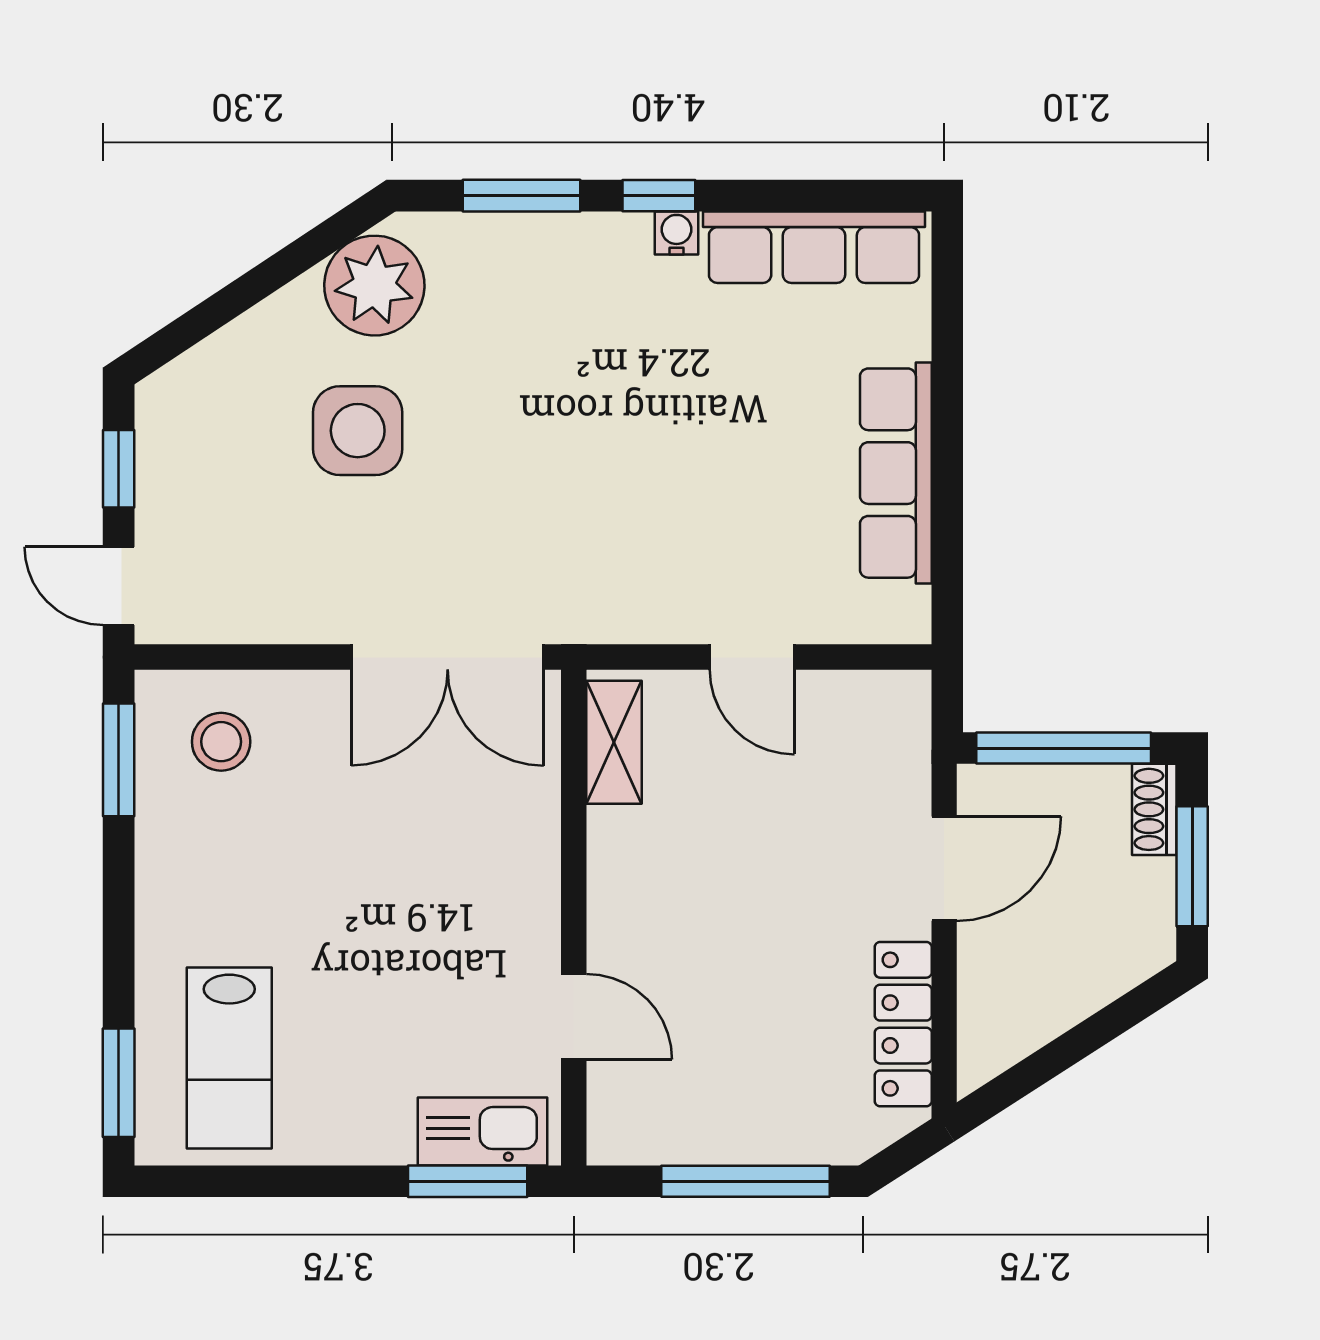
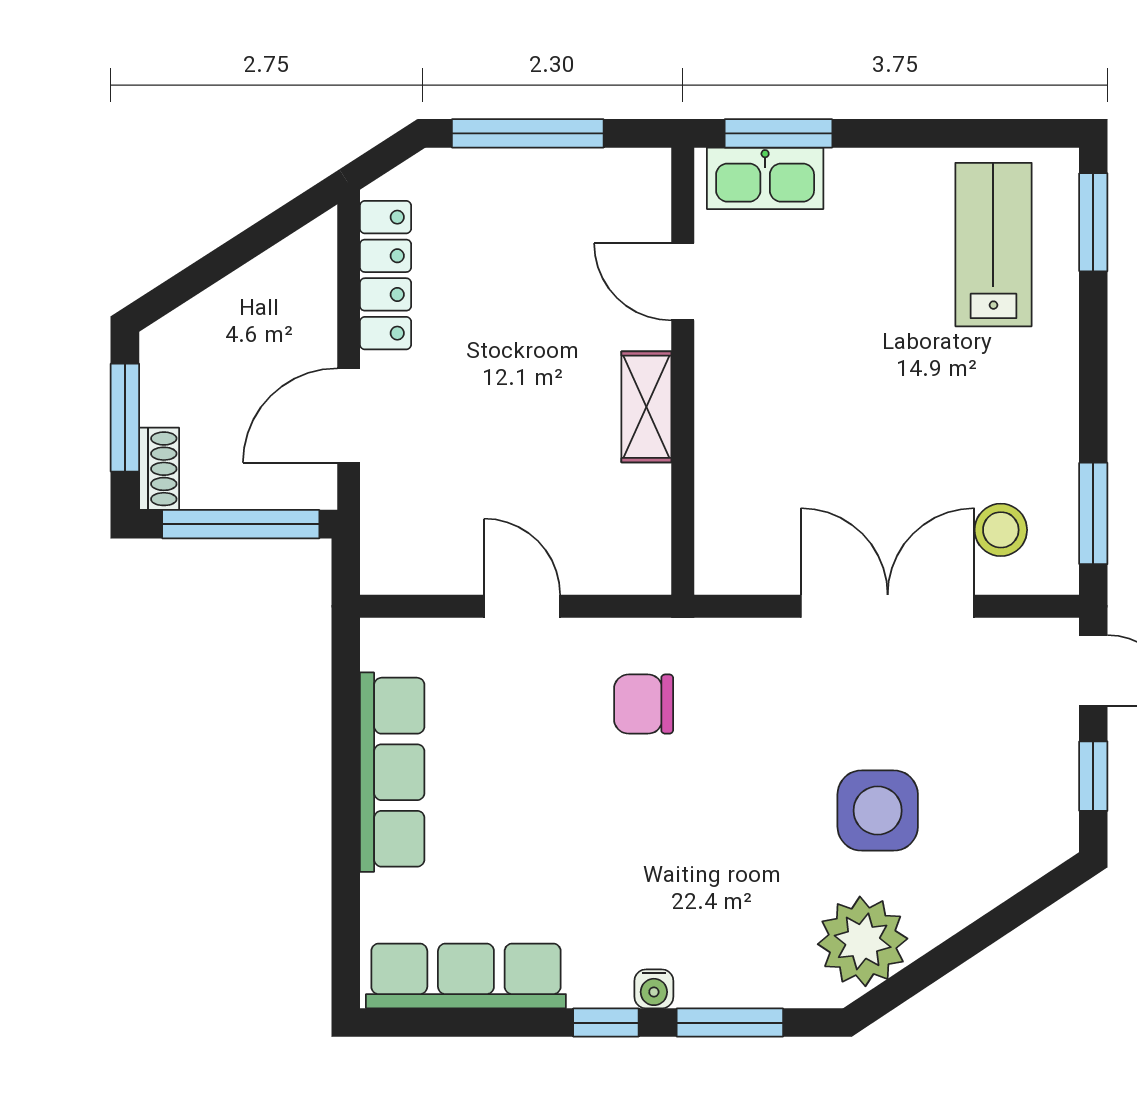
water cooler: (677, 233) -> (654, 989), moved
chair: (617, 549) -> (644, 704), added
double door: (448, 657) -> (888, 606), moved
shelving: (614, 742) -> (646, 407), moved

